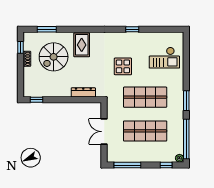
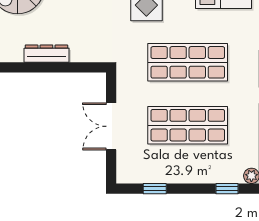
dresser: (83, 92) -> (46, 54), moved
window: (127, 165) -> (155, 189), width x0.46

